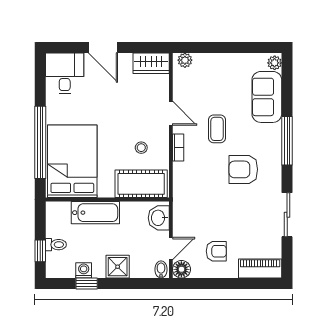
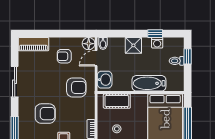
cot: (141, 184) -> (117, 101), width x0.73, depth x0.75
armchair: (199, 207) -> (76, 87), added

